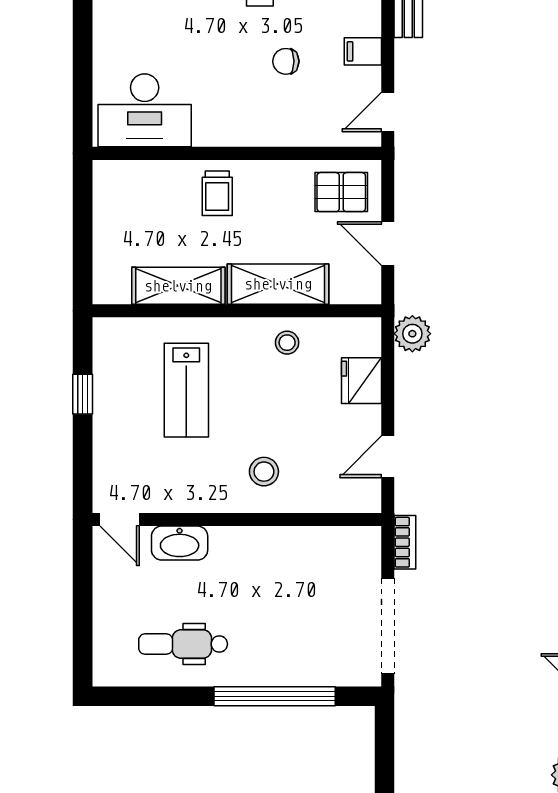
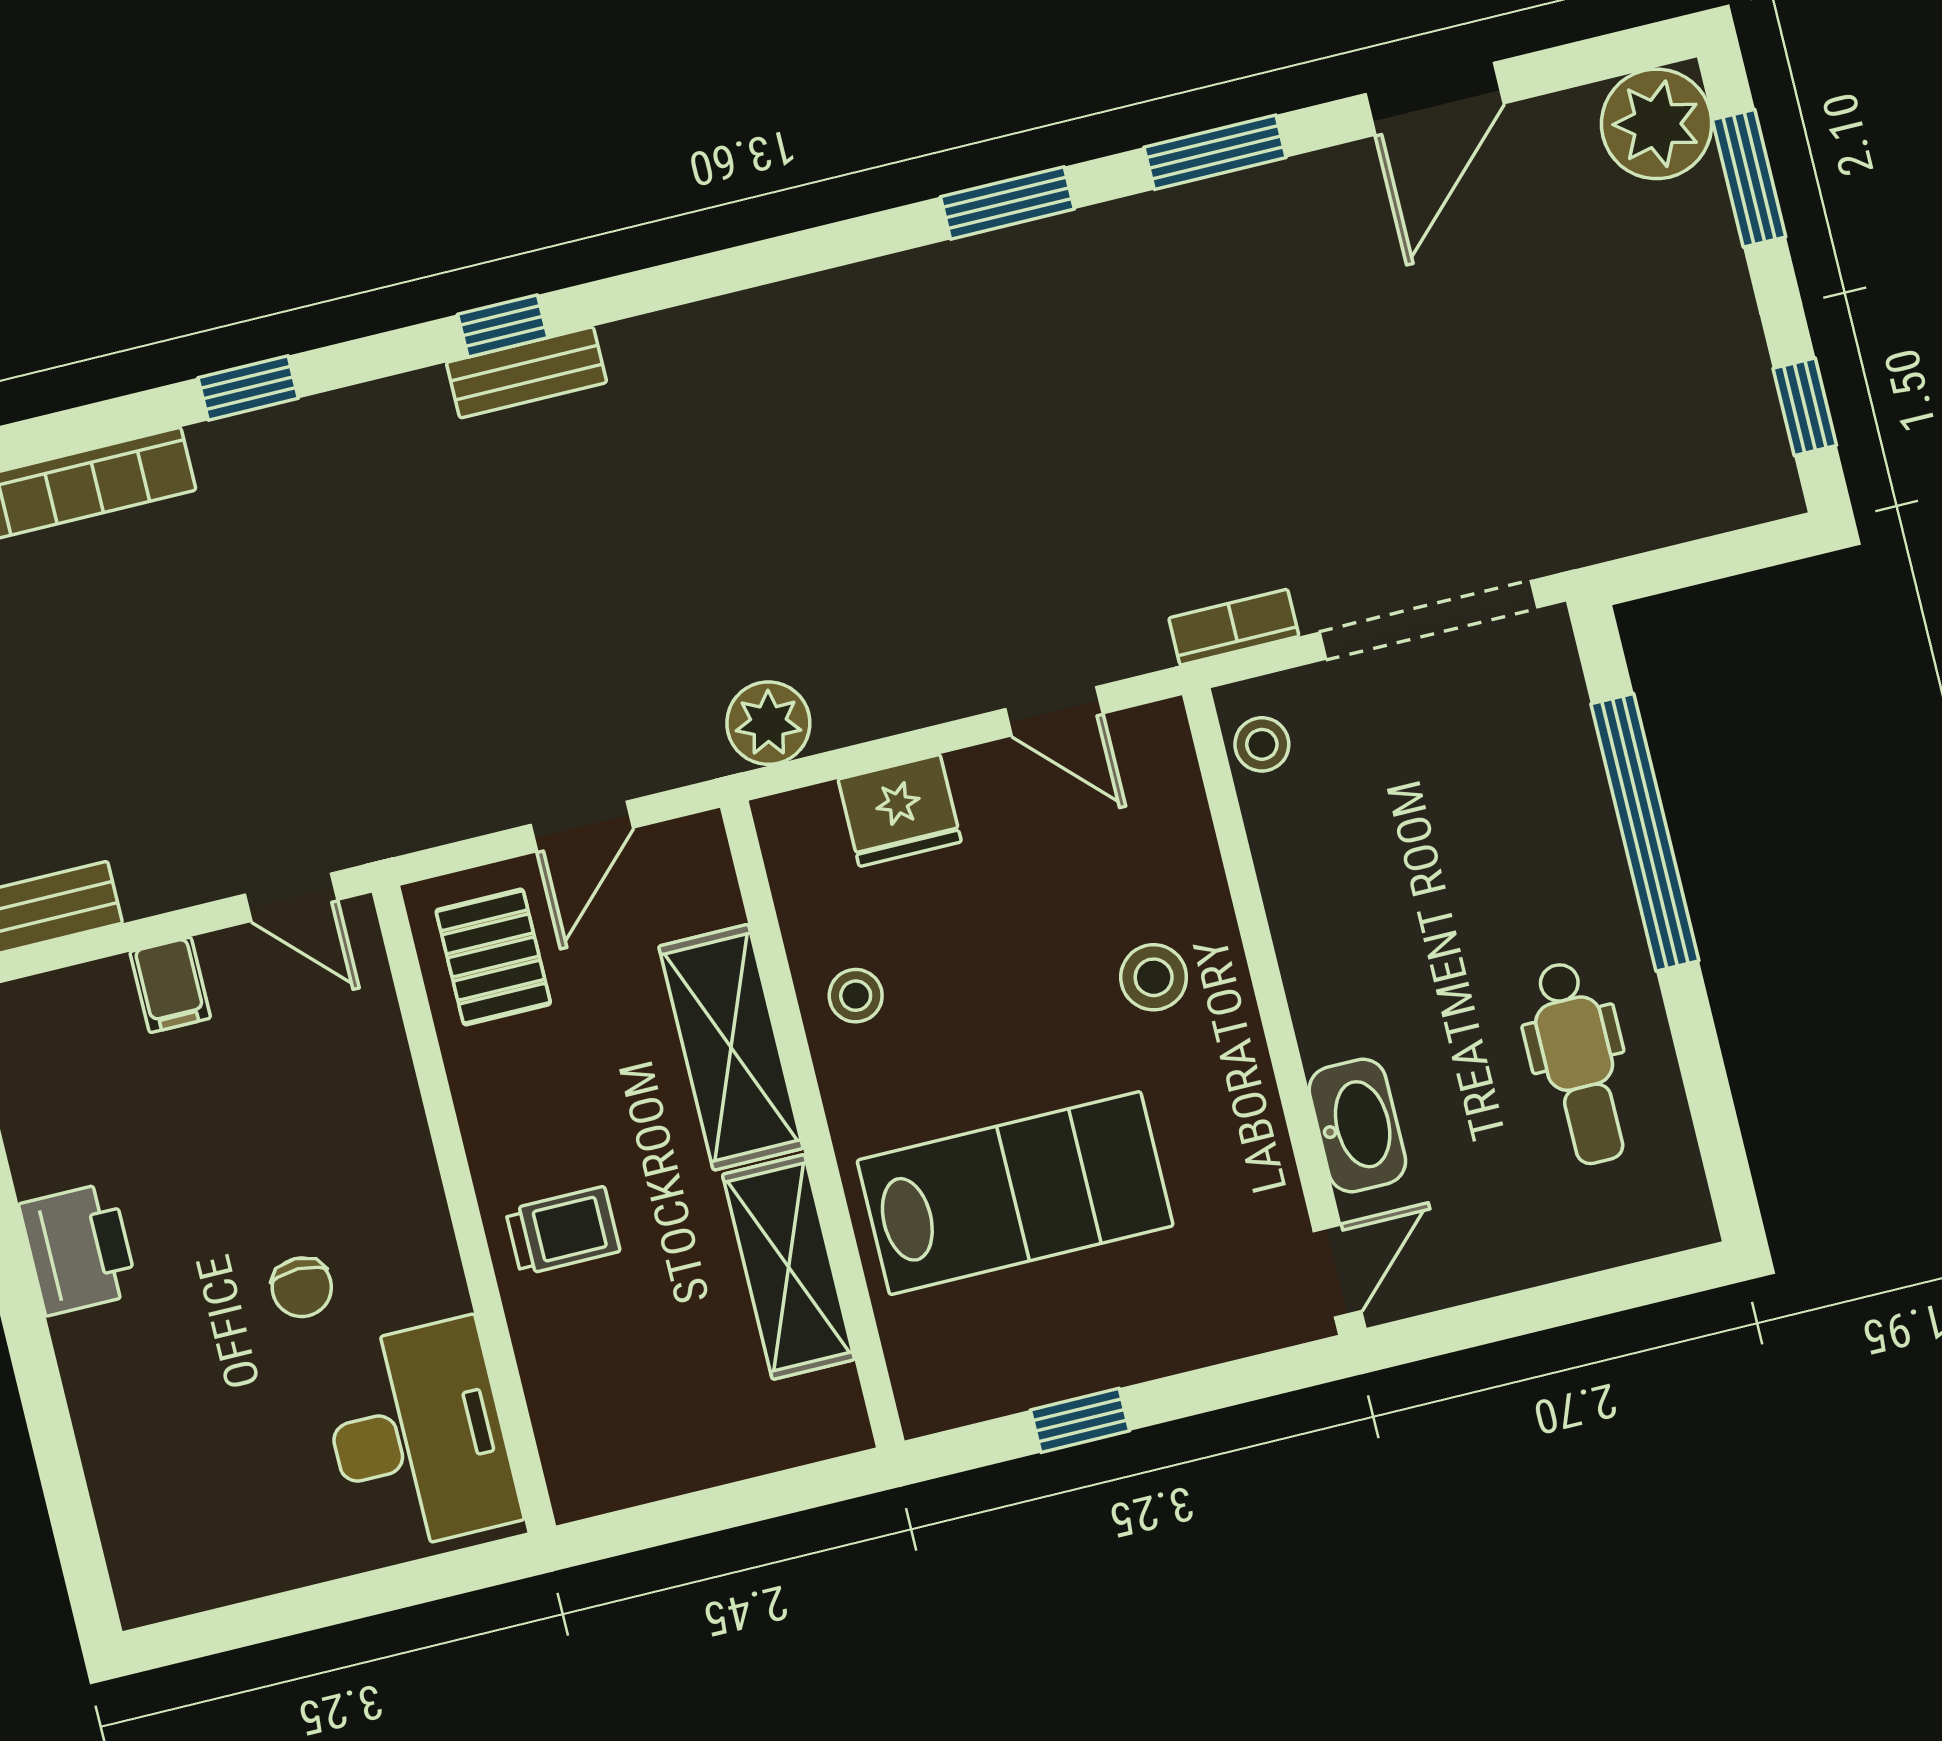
chair: (286, 61) -> (302, 1287), moved
lab bench: (186, 390) -> (1015, 1193), width x1.36, depth x1.39
stool: (352, 542) -> (1262, 744), added

